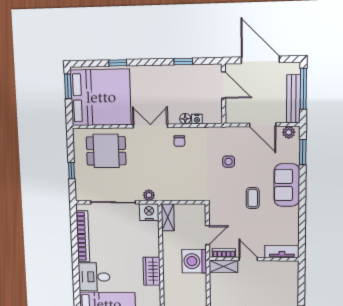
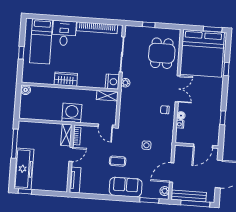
door: (208, 235) -> (105, 126), moved

